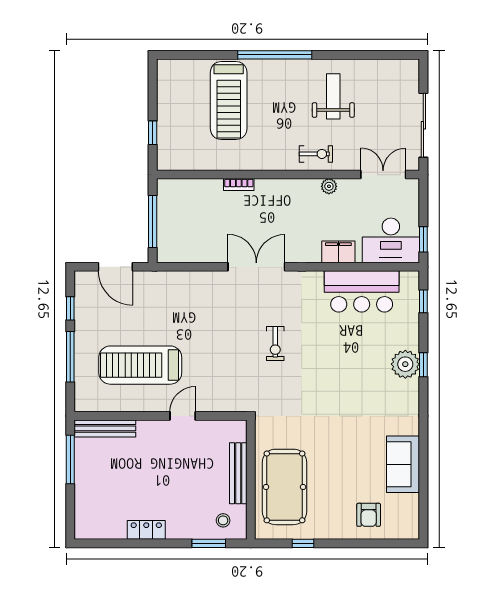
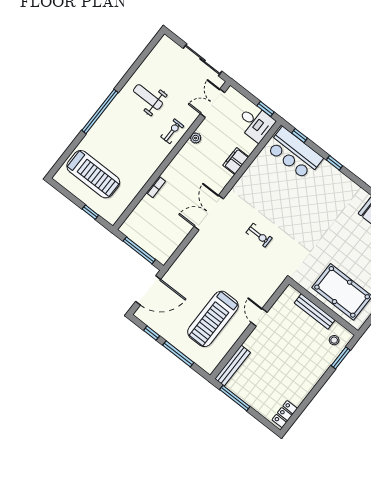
treadmill: (229, 101) -> (93, 174), moved
desk: (391, 240) -> (255, 123), width x0.73
door: (115, 267) -> (148, 290), width x1.36
bar counter: (362, 291) -> (294, 153), moved, turned 90
plant: (405, 364) -> (326, 173), removed
locker: (146, 530) -> (285, 414), moved

